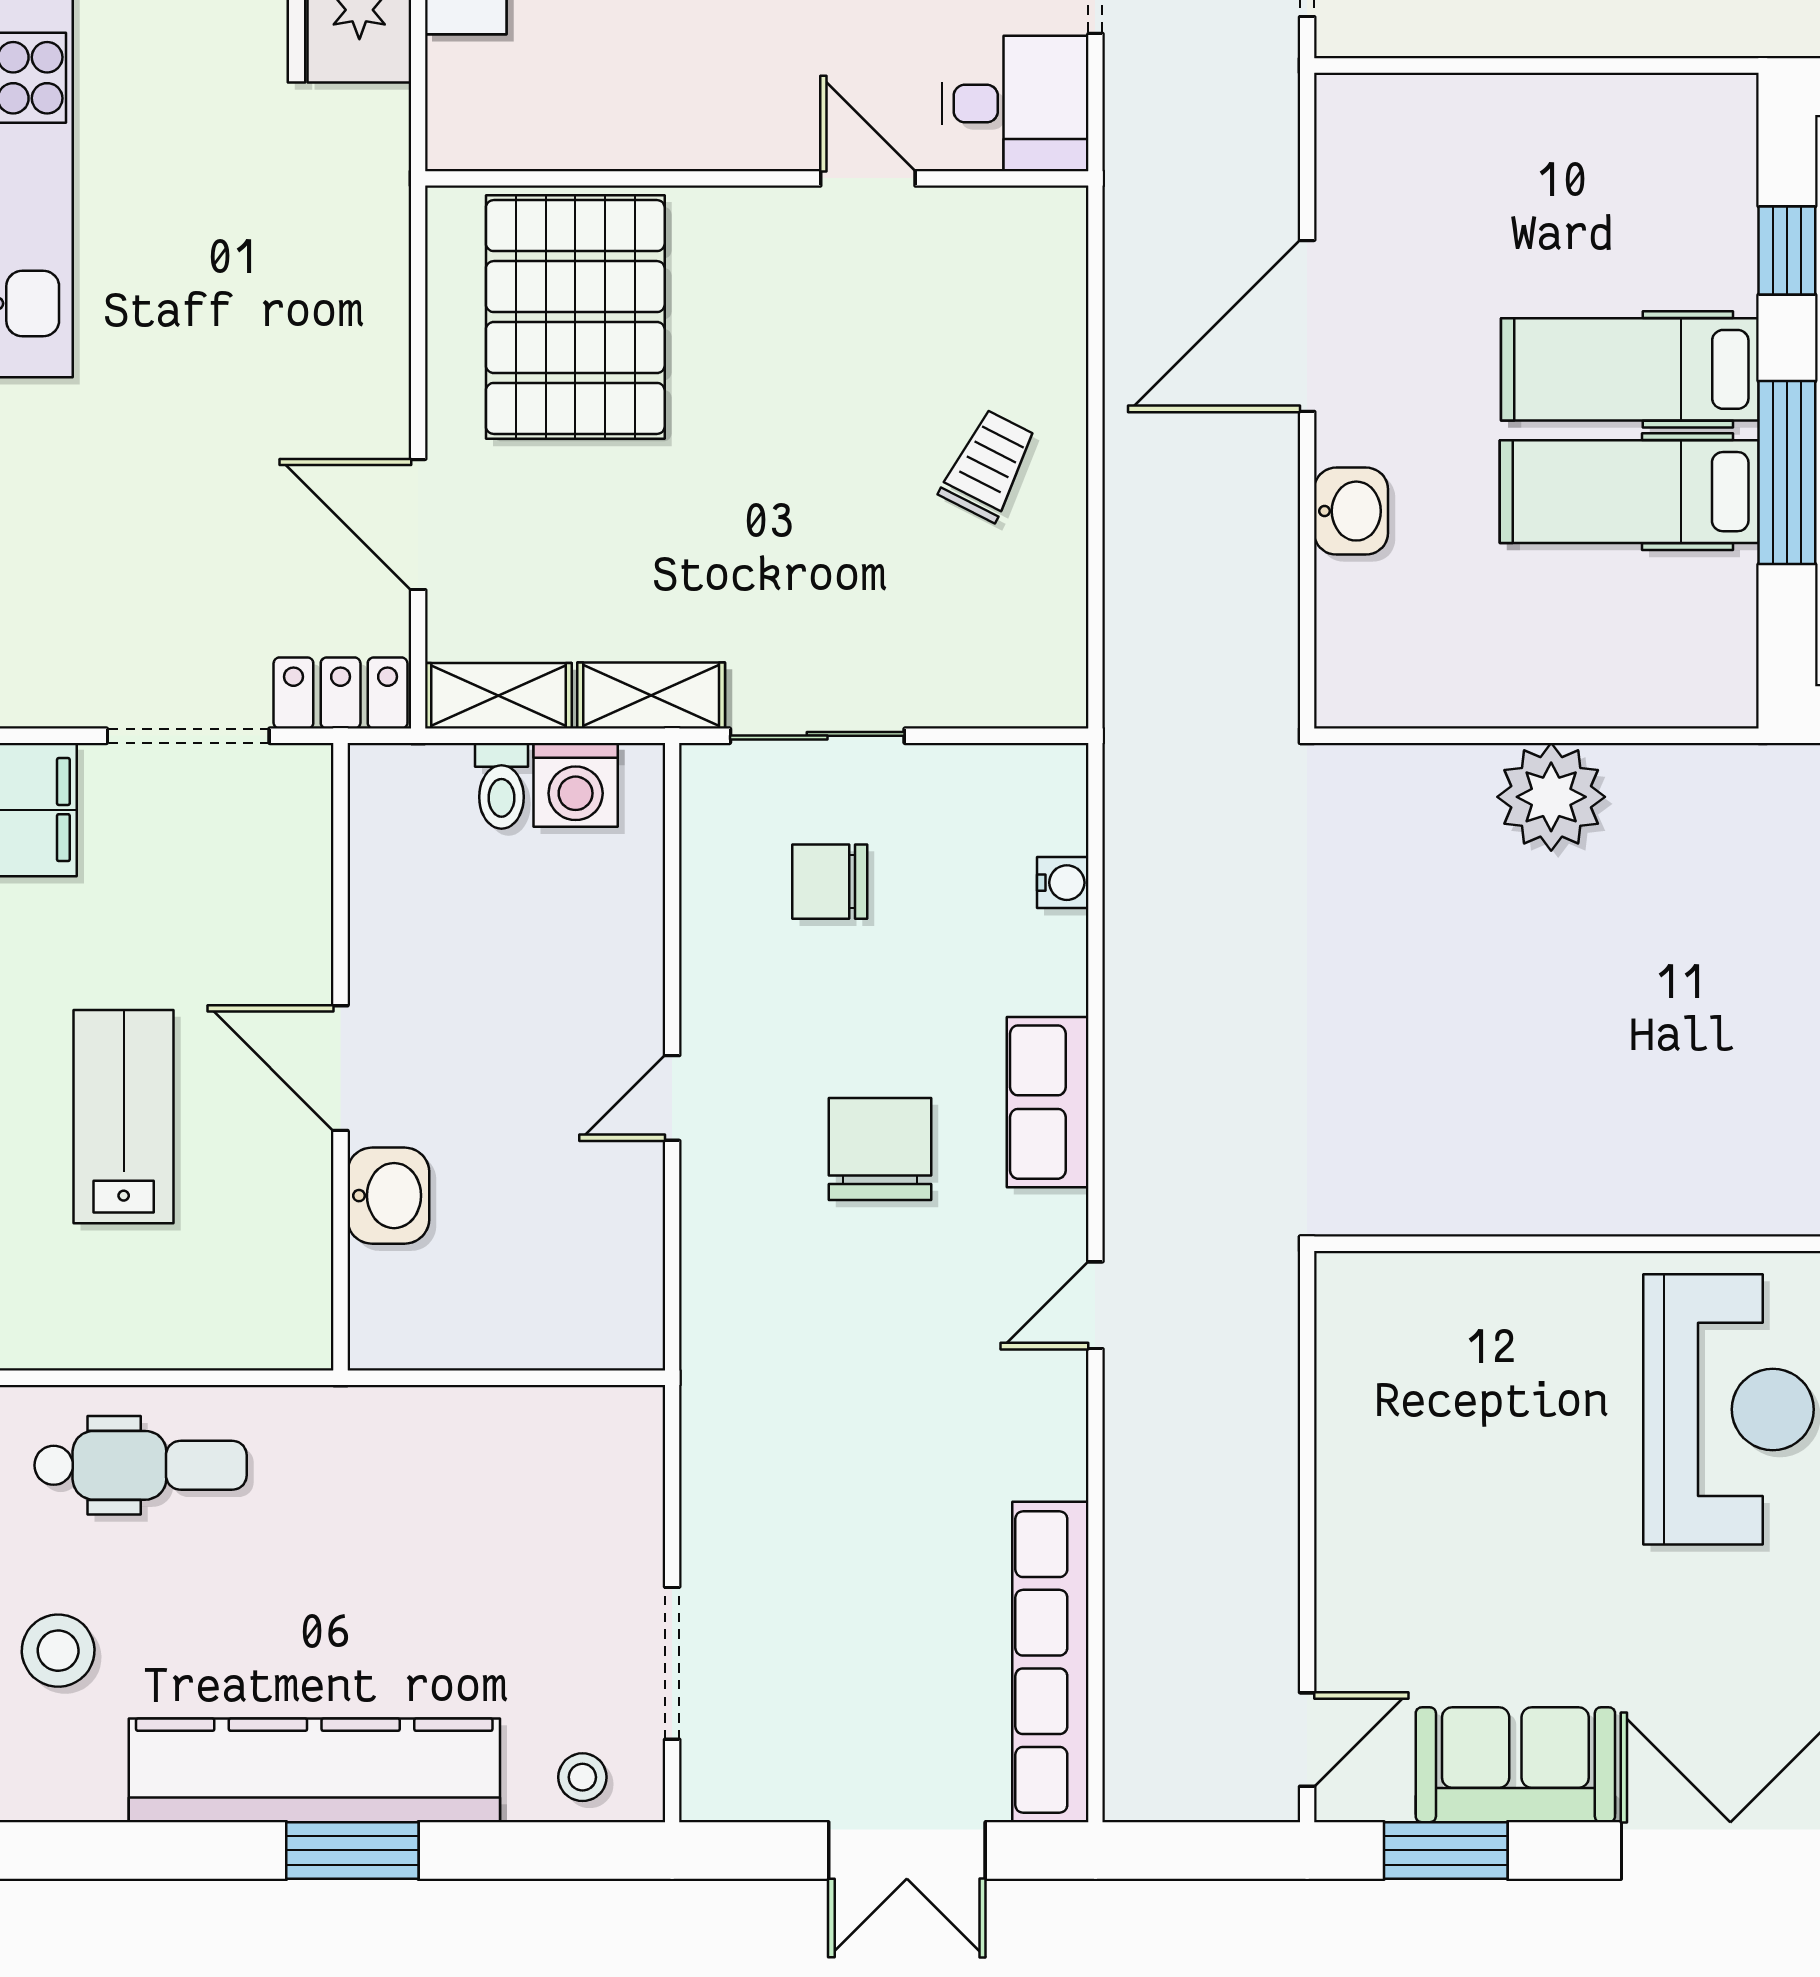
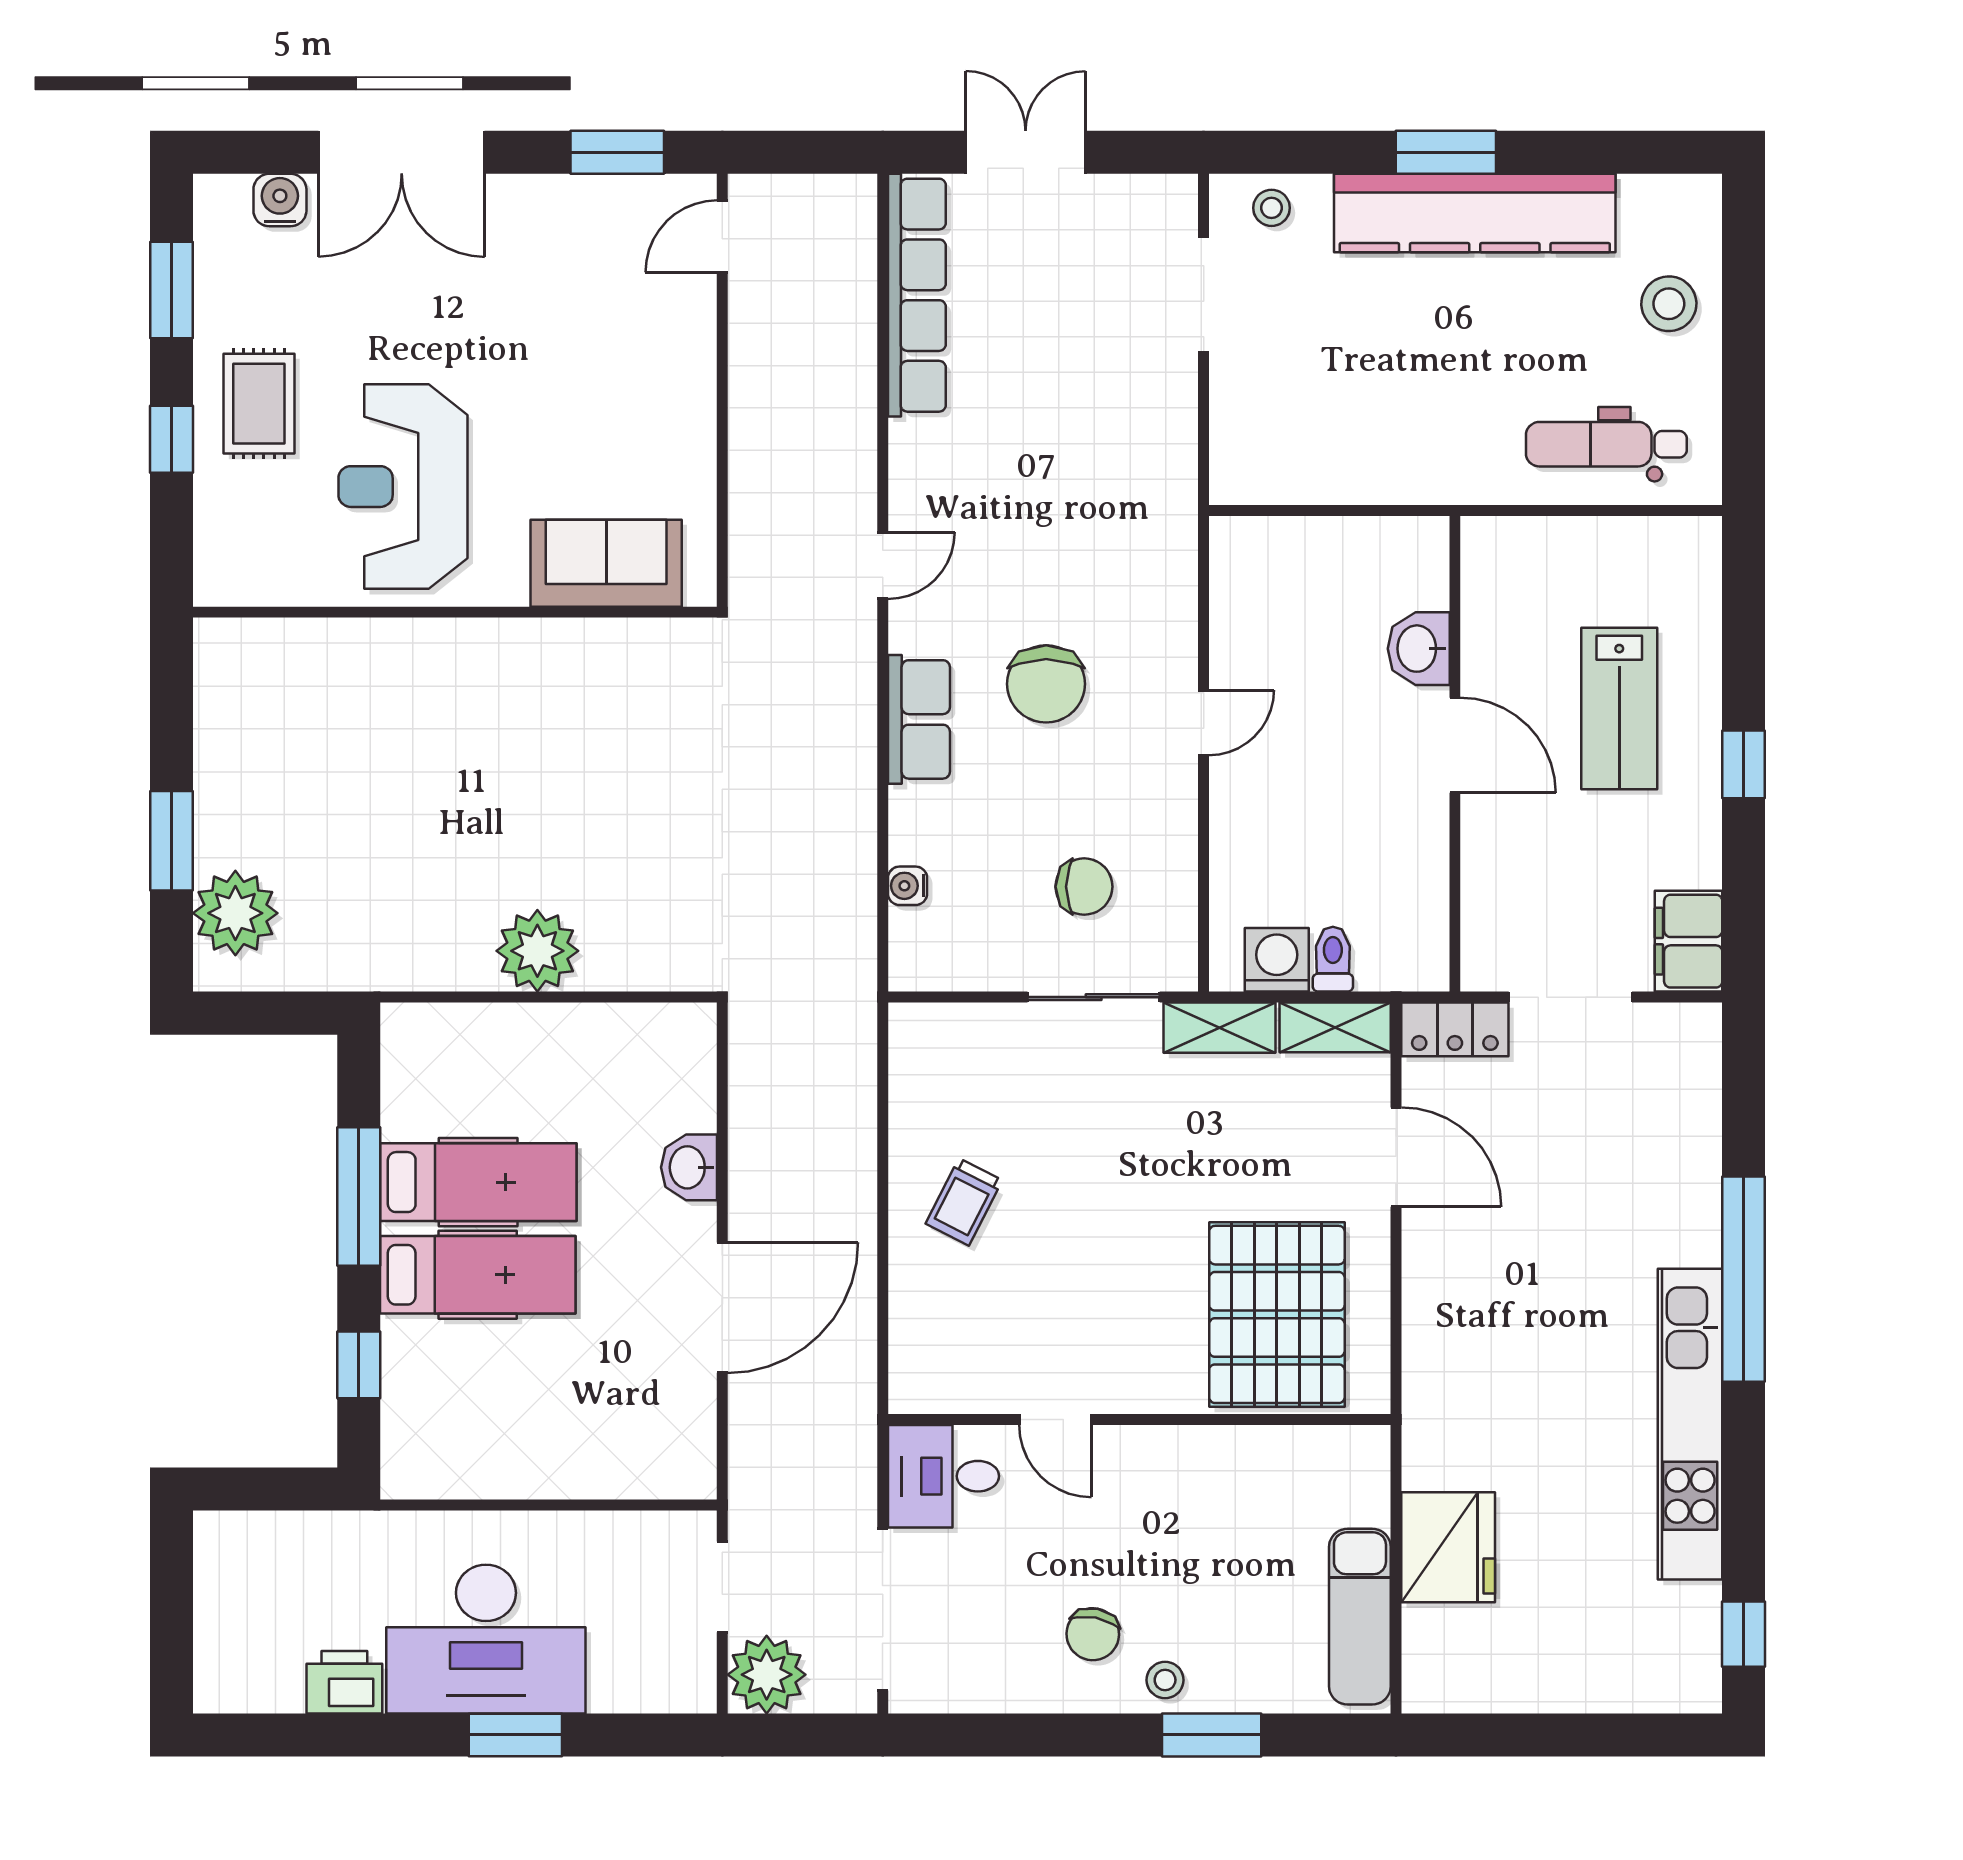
sofa: (1515, 1765) -> (606, 563), moved, turned 180

